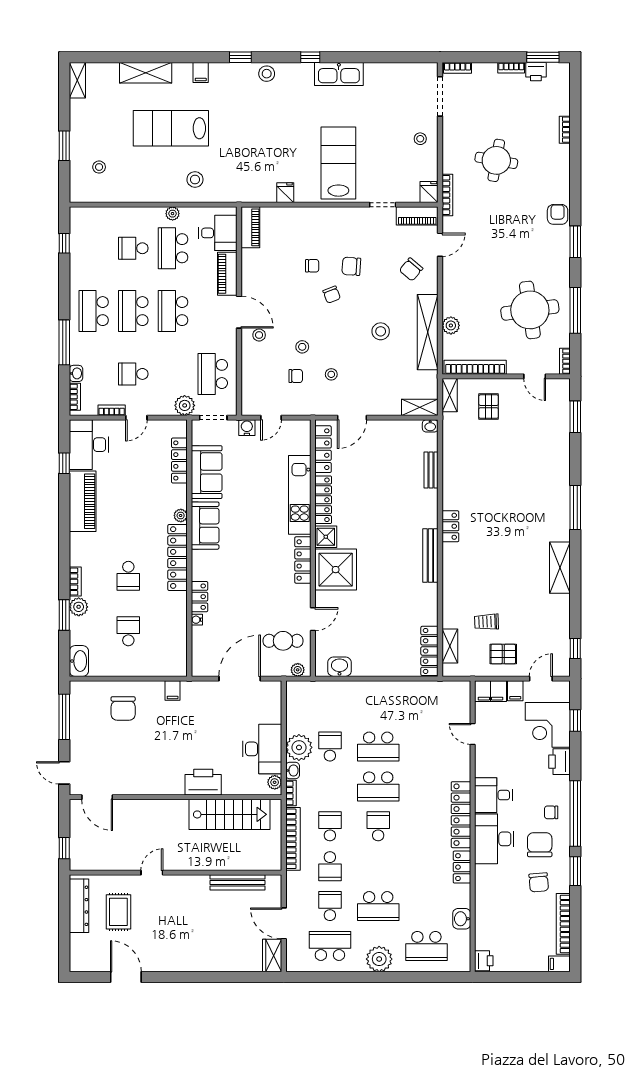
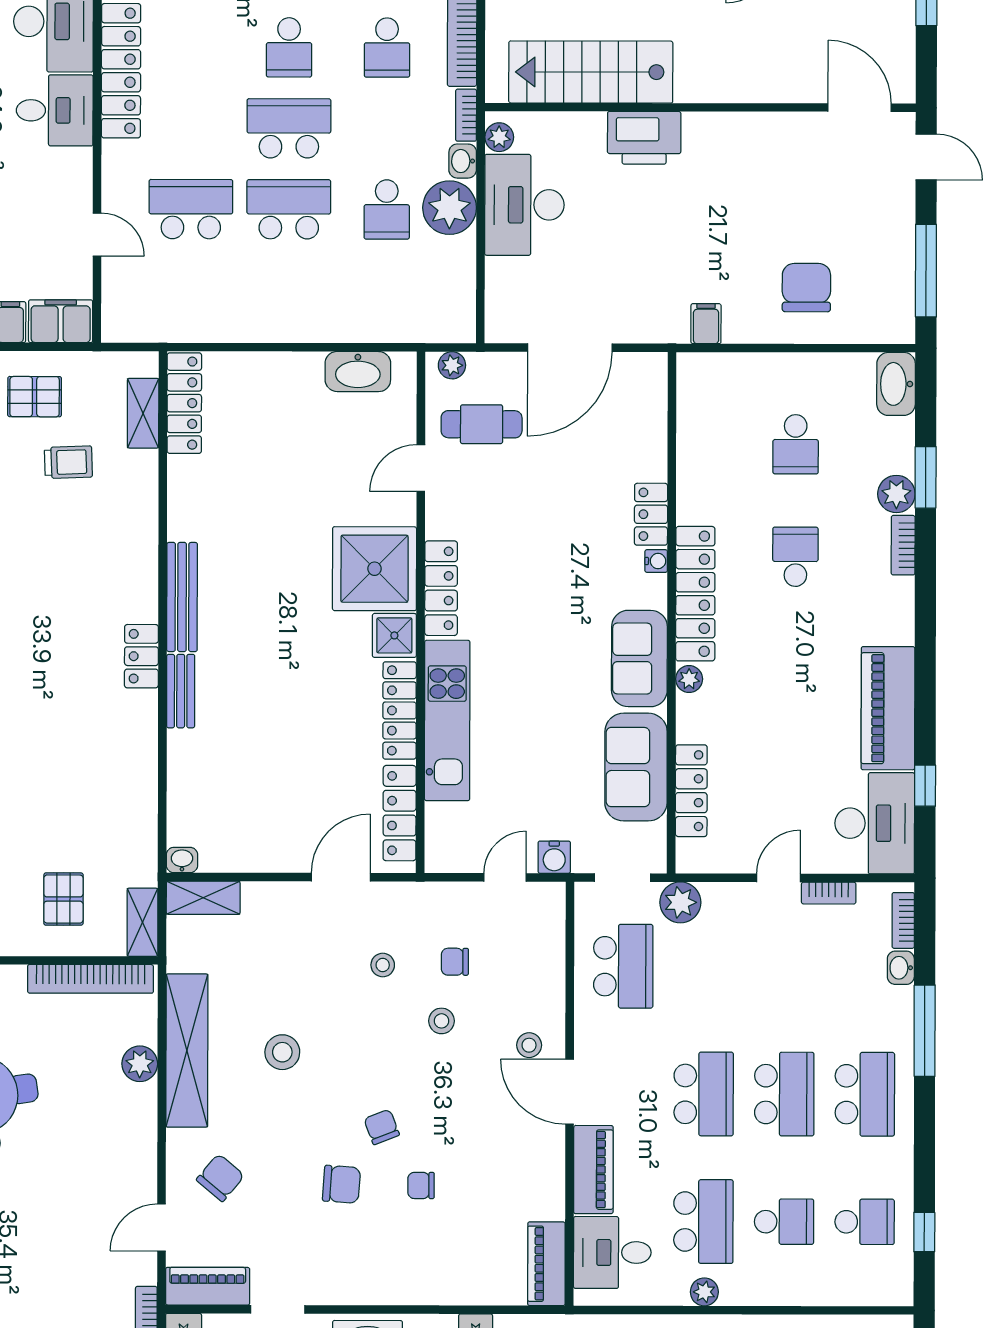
school desk: (133, 374) -> (865, 1222), moved
bench: (431, 470) -> (181, 691), moved
water cooler: (197, 620) -> (656, 561), moved
washbasin: (340, 667) -> (358, 372), width x1.38
school desk: (426, 747) -> (191, 209), added

